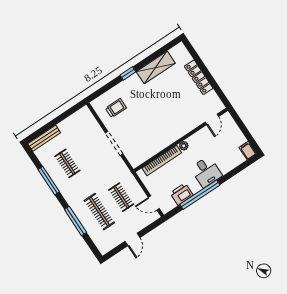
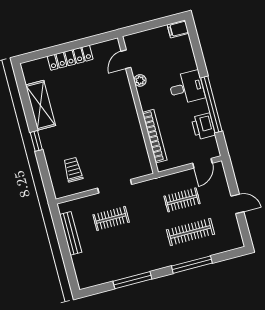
door: (212, 119) -> (126, 59), swing flipped
bench: (44, 138) -> (71, 233), moved
plant: (184, 146) -> (140, 80), moved
clothes rail: (67, 163) -> (111, 218), moved

